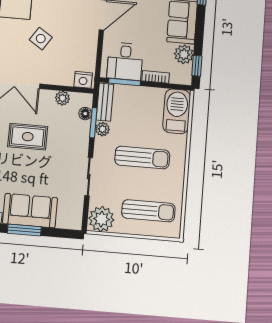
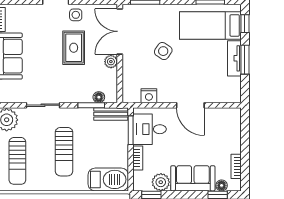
nightstand: (83, 80) -> (149, 96), moved, turned -90
plant: (62, 98) -> (111, 62), moved
plant: (102, 129) -> (86, 114), removed

